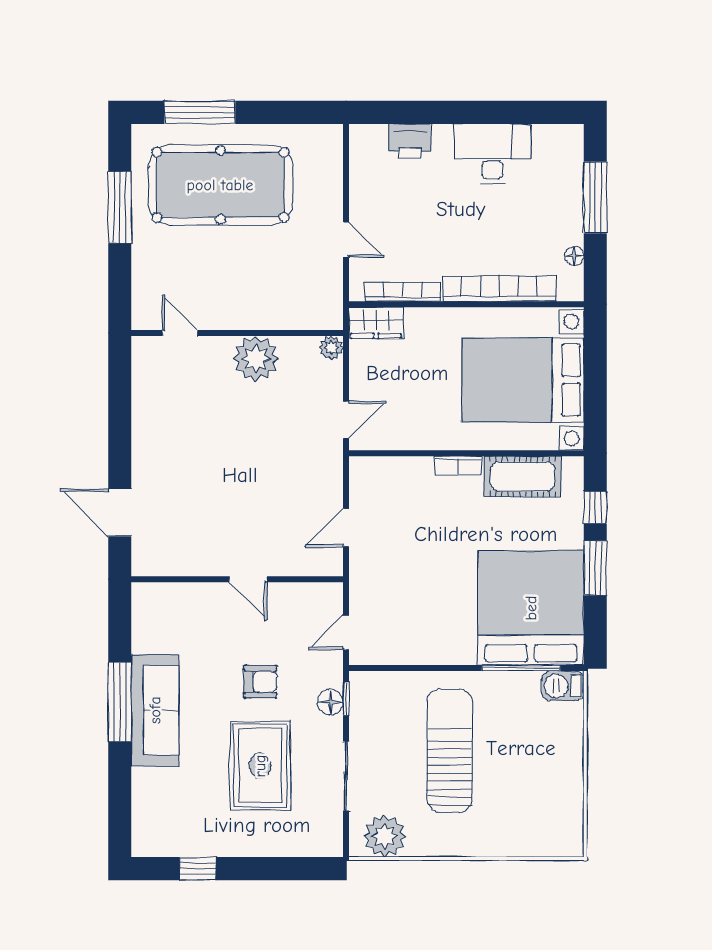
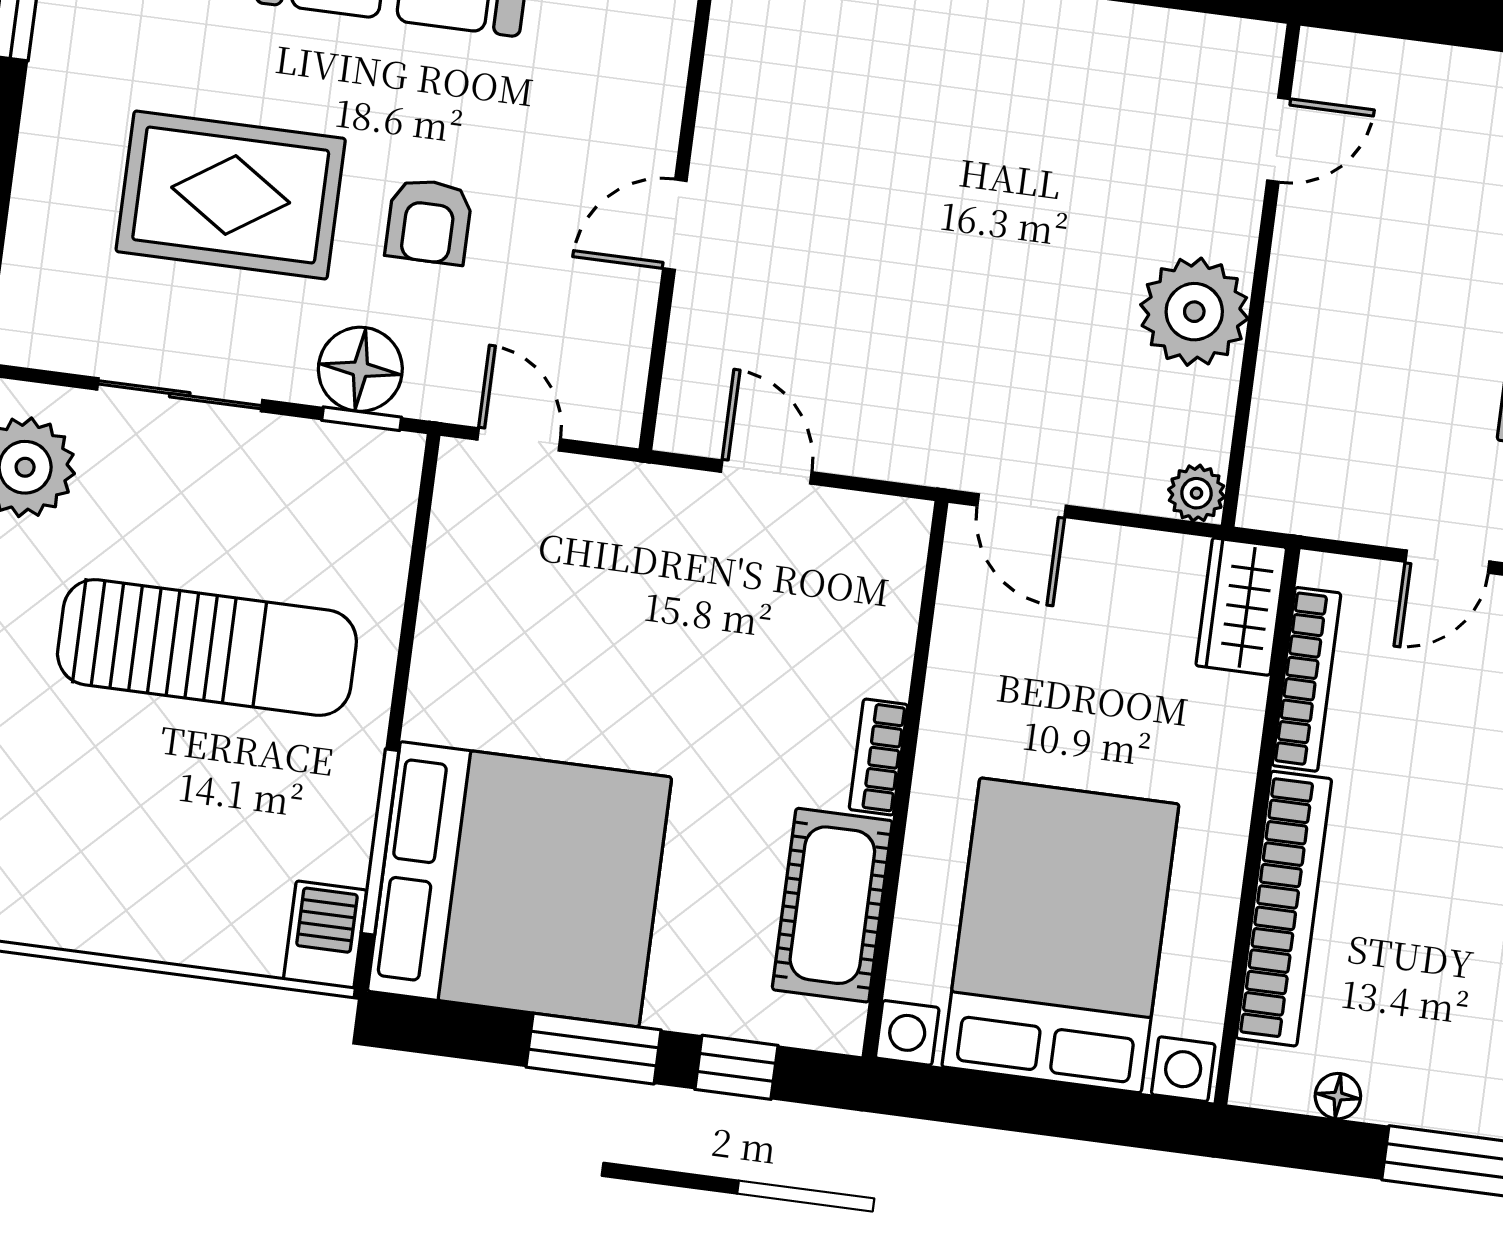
floor lamp: (330, 702) -> (360, 369), width x1.38, depth x1.38

